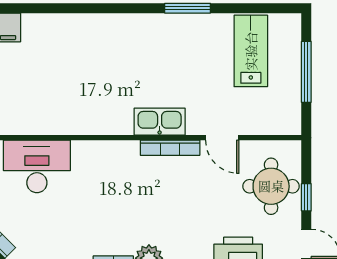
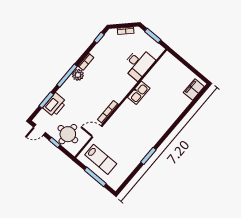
lab bench: (251, 51) -> (101, 159), moved
kitchen sink: (160, 122) -> (139, 93), moved

